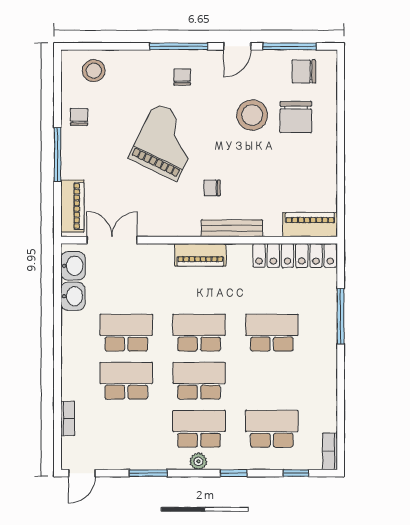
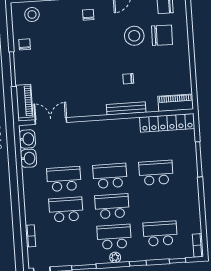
chair: (296, 117) -> (162, 35), turned -89
grand piano: (166, 142) -> (81, 57), removed
chair: (212, 188) -> (128, 79), moved
piano: (200, 255) -> (107, 127), removed

